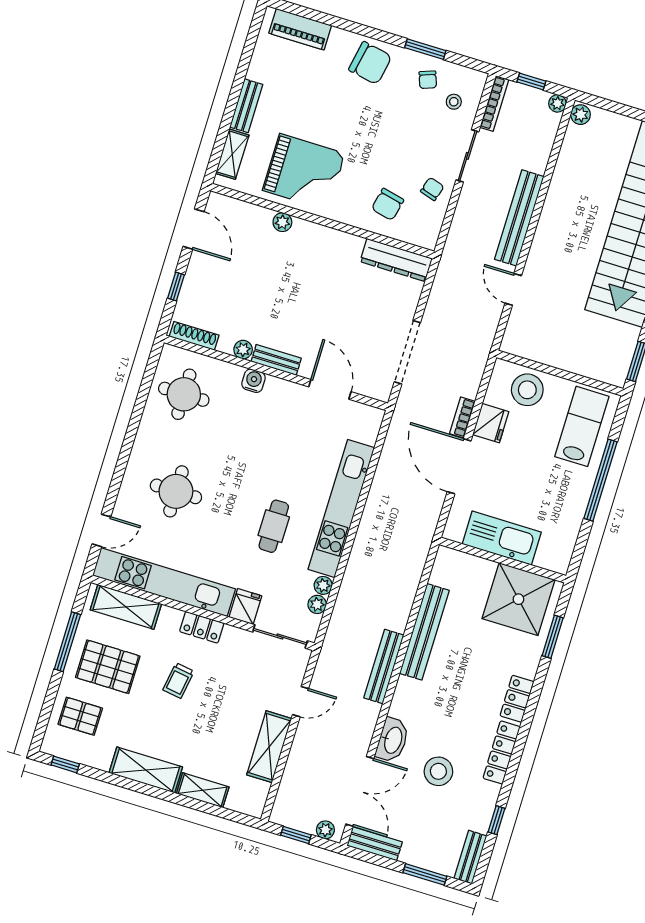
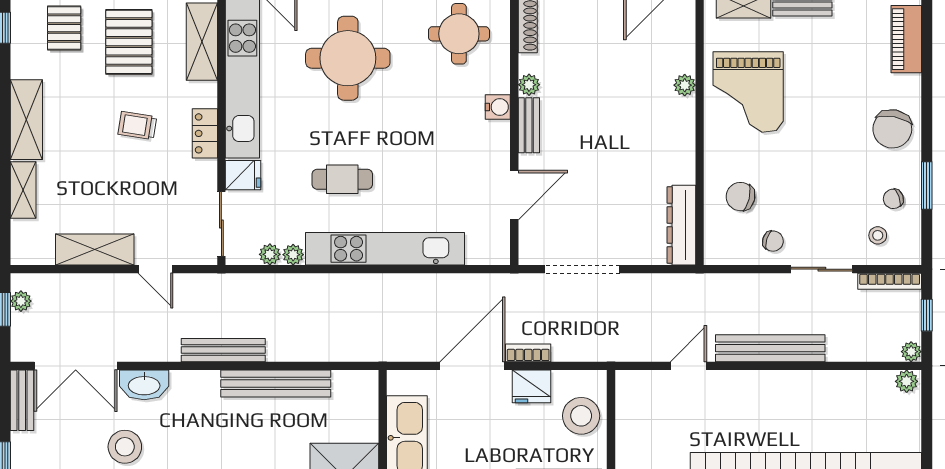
round table: (176, 491) -> (348, 58), width x1.36, depth x1.36
plant: (325, 830) -> (21, 301), moved

